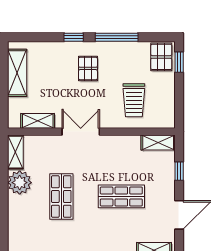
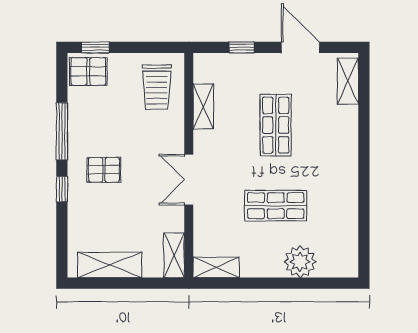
trolley: (134, 100) -> (157, 87), moved, turned 90
shelving: (38, 121) -> (174, 255), moved
shelving: (158, 143) -> (203, 106), moved
plant: (20, 183) -> (300, 262), moved

